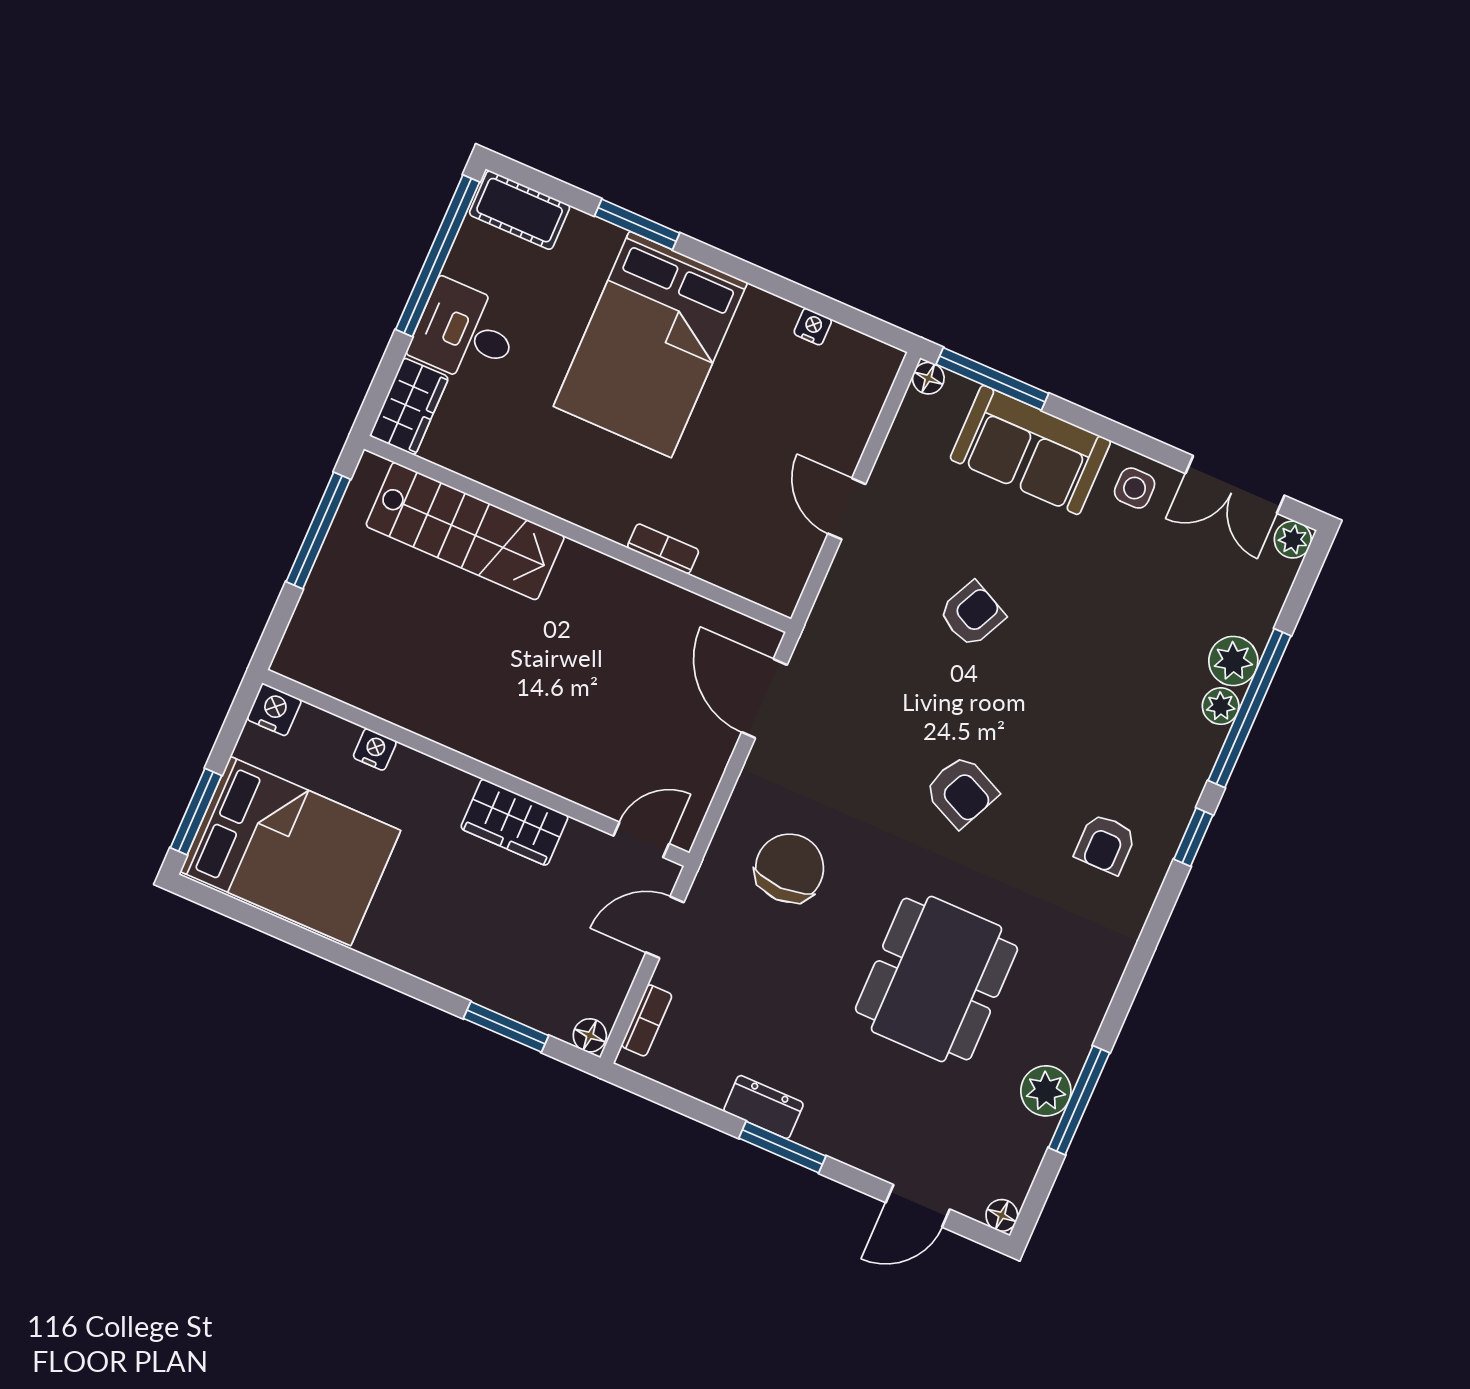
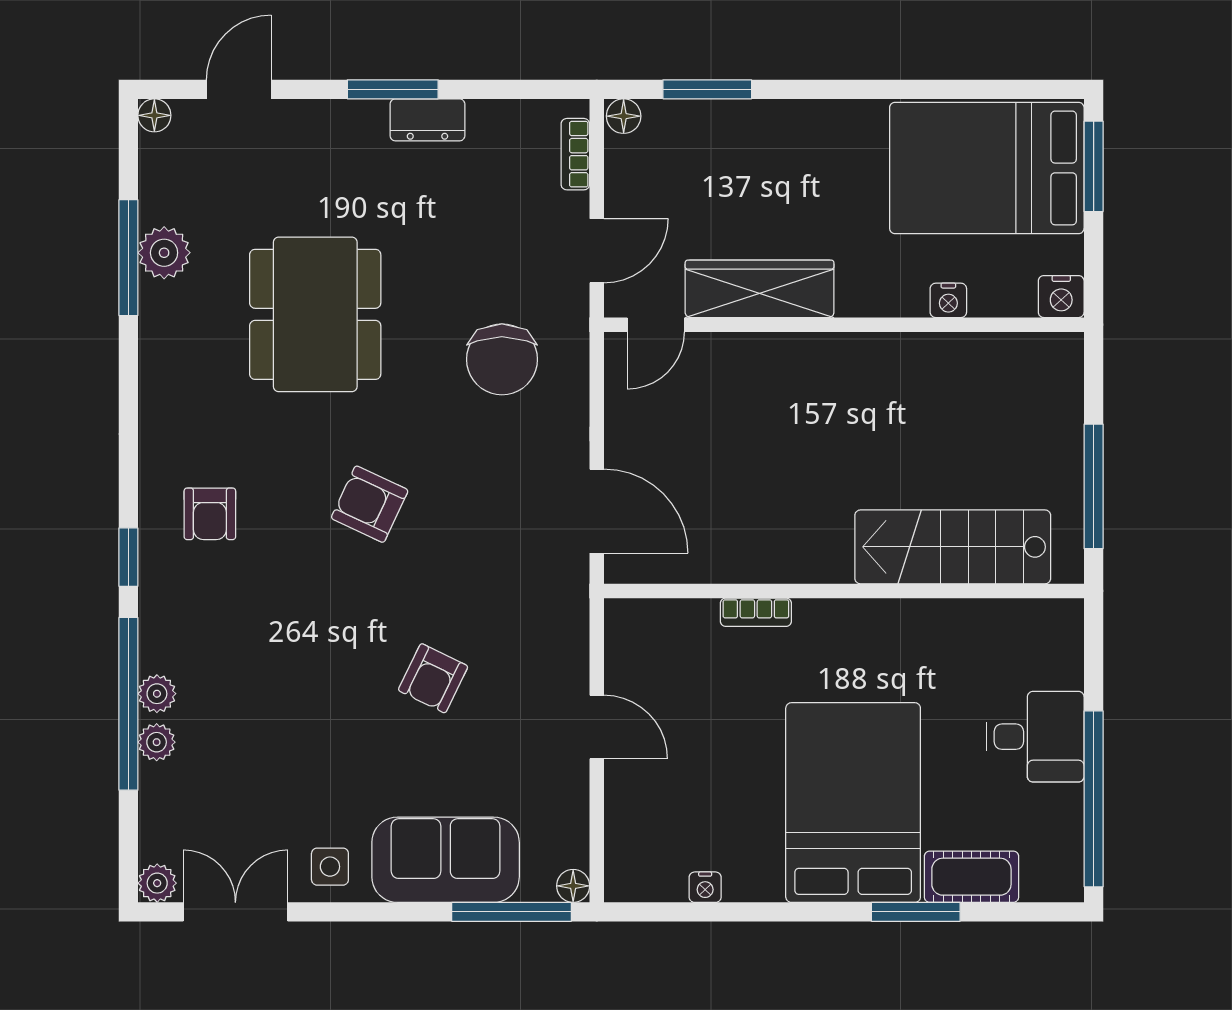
cot: (520, 210) -> (971, 877), moved
wardrobe: (409, 406) -> (1058, 643), removed
plant: (1233, 661) -> (157, 742), width x0.73, depth x0.73
wardrobe: (514, 822) -> (760, 289), width x1.50
armchair: (1105, 844) -> (210, 514), turned 180

